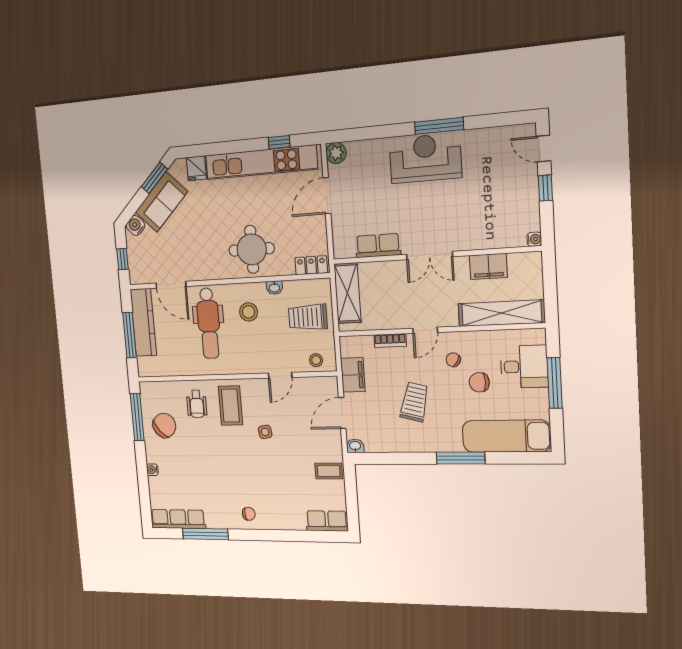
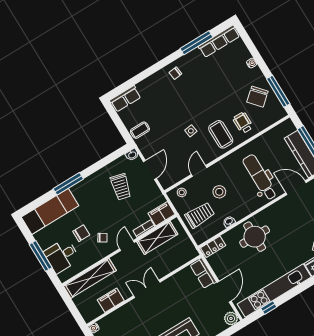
row of seats: (378, 245) -> (203, 273), moved, turned 90
shelving: (347, 293) -> (157, 238), moved, turned 90
stool: (249, 312) -> (219, 192), moved
filing cabinet: (353, 375) -> (162, 214), moved, turned 90
trolley: (414, 402) -> (121, 187), moved

